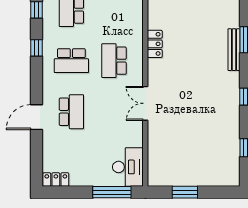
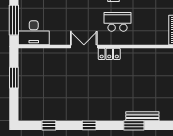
locker: (155, 44) -> (109, 54), moved
bench: (234, 50) -> (142, 116), moved

